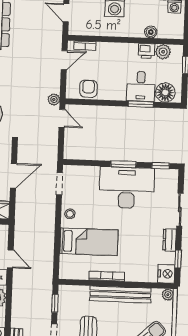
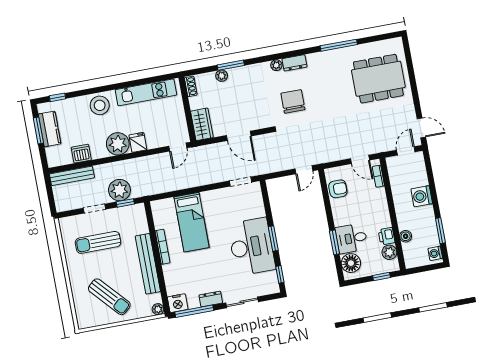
plant: (54, 100) -> (119, 190), moved, width x1.88, depth x1.88
stool: (70, 214) -> (214, 198), removed
door: (10, 259) -> (178, 147), moved
window: (178, 259) -> (194, 311), width x2.17

